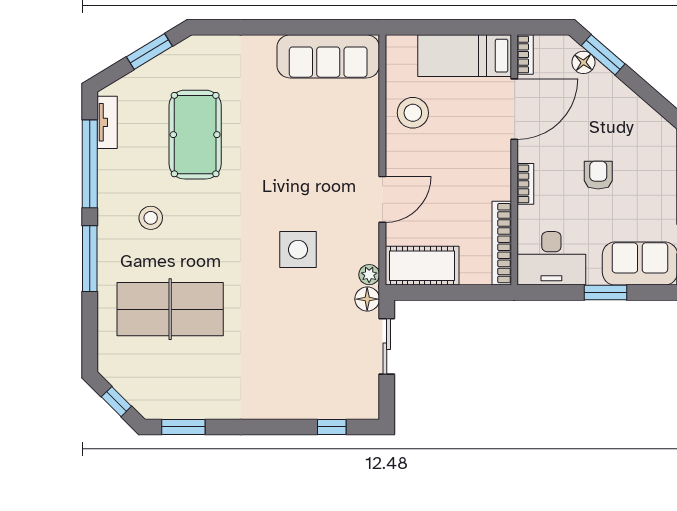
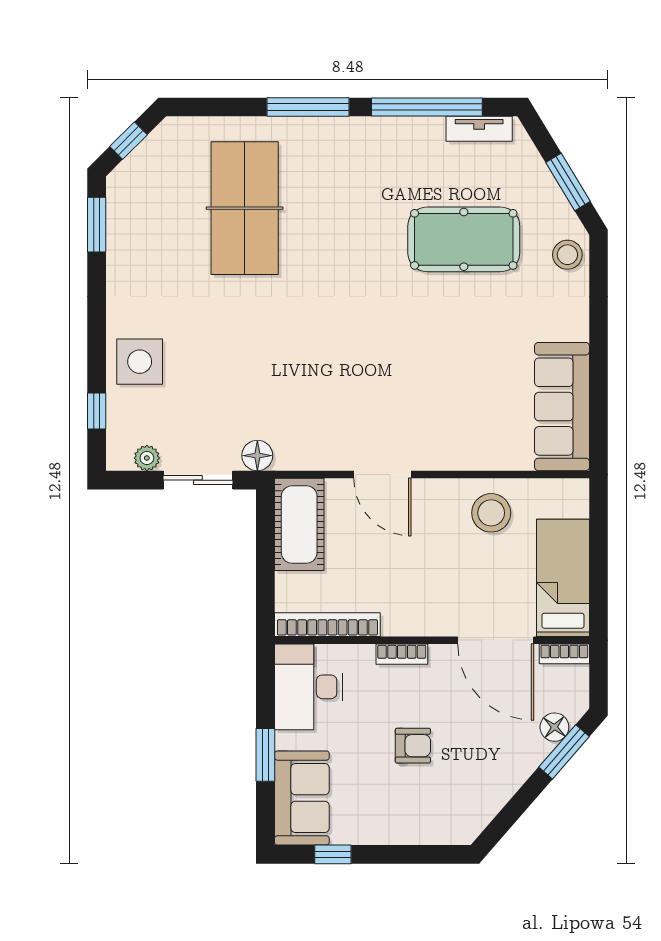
stool: (151, 218) -> (567, 255), moved
side table: (298, 250) -> (140, 362), moved
plant: (369, 275) -> (147, 458), moved

